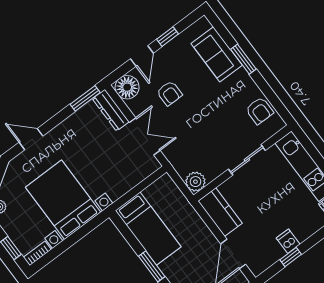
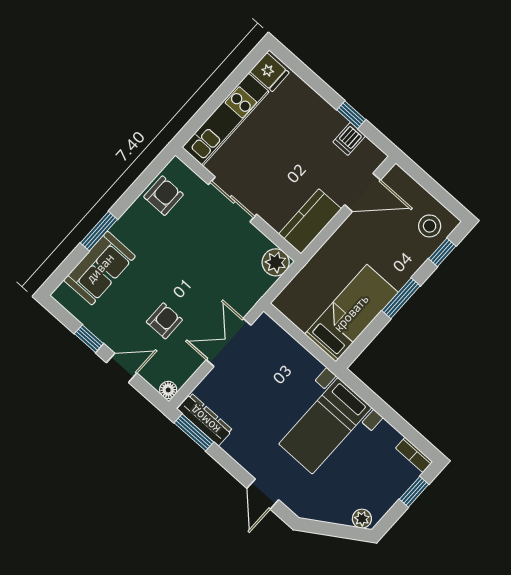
floor lamp: (127, 87) -> (168, 390), width x0.53, depth x0.53
dresser: (111, 110) -> (205, 420), moved, turned -90
bed with nightstands: (63, 200) -> (325, 426), width x0.73
dishwasher: (288, 241) -> (349, 139), moved

